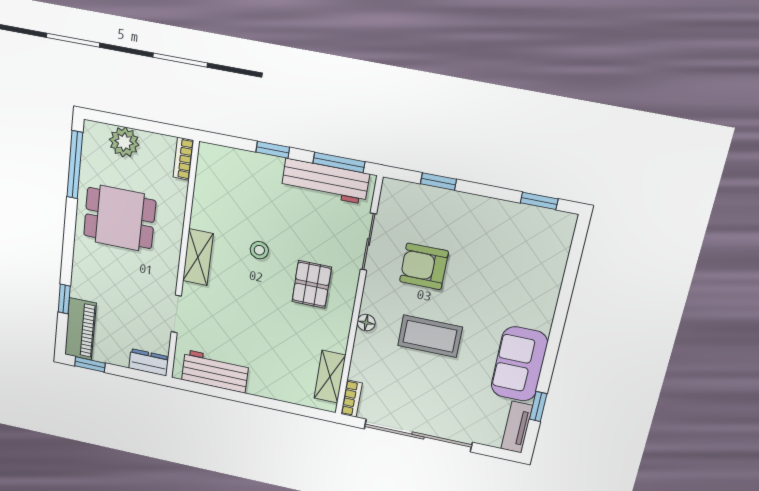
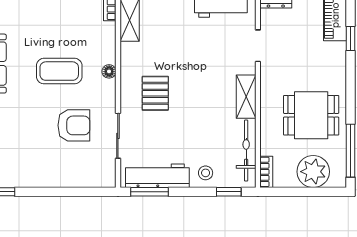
plant: (124, 142) -> (313, 172), width x1.36, depth x1.36
window: (273, 150) -> (229, 192), moved
window: (438, 182) -> (75, 192), removed
bicycle: (206, 191) -> (246, 151), added
stool: (259, 250) -> (206, 173), moved

